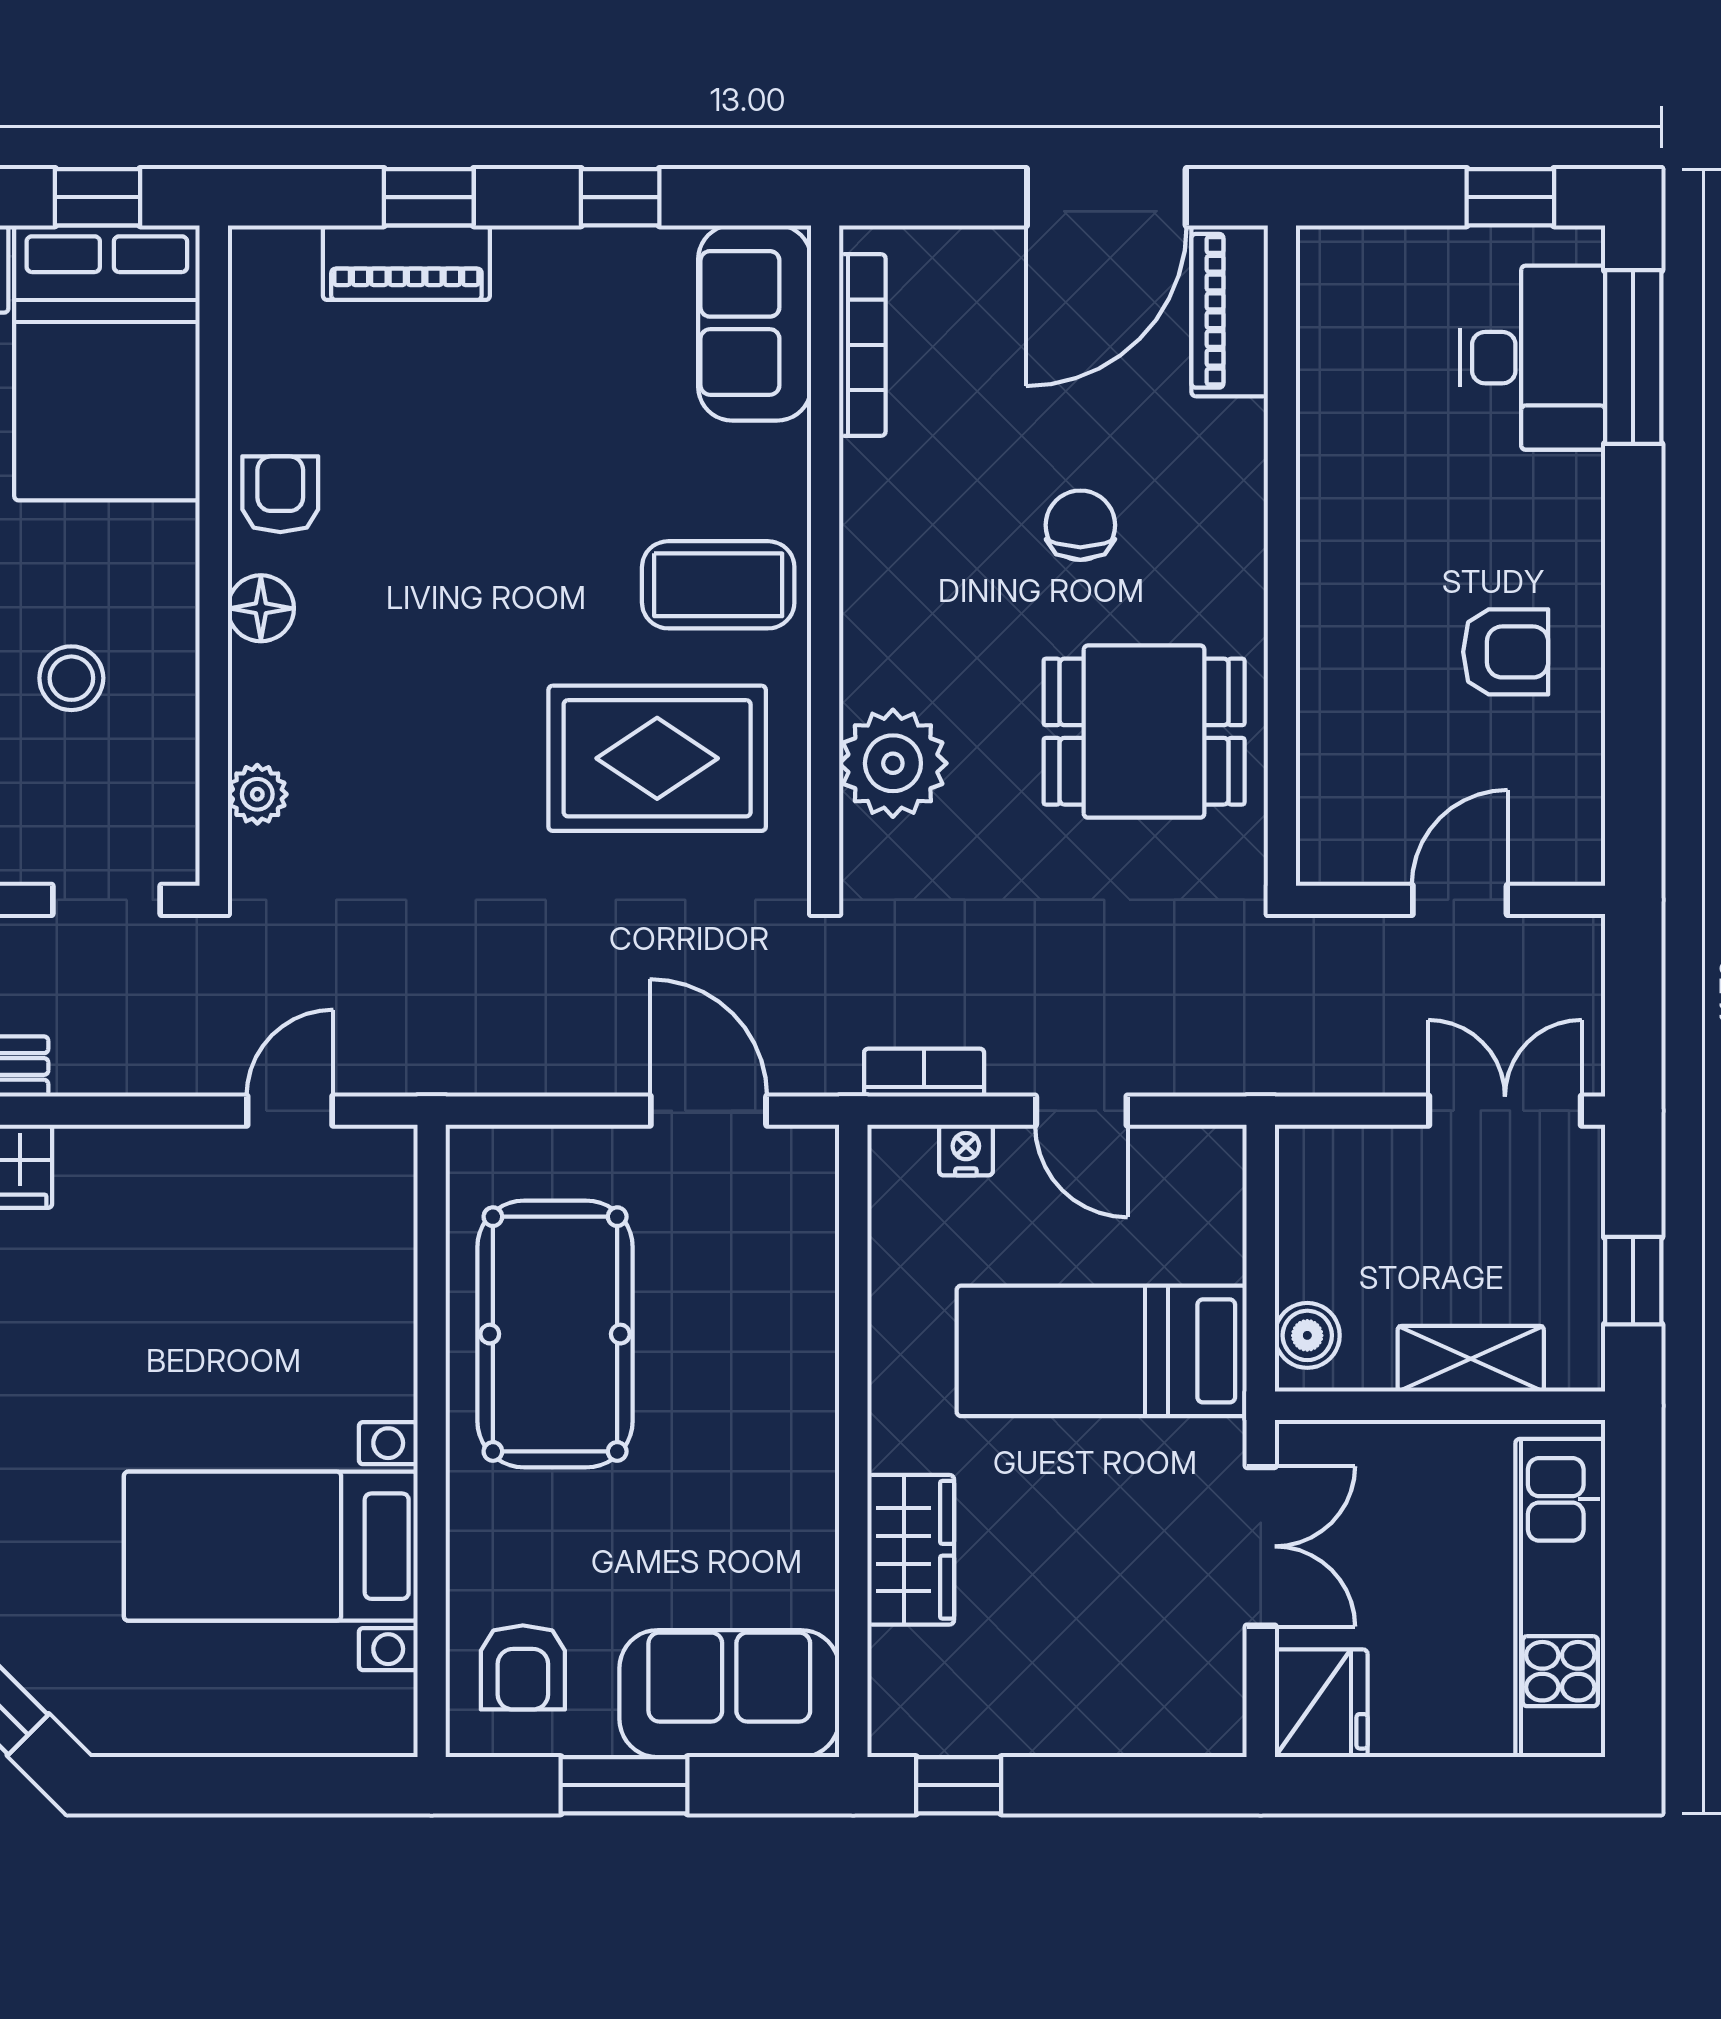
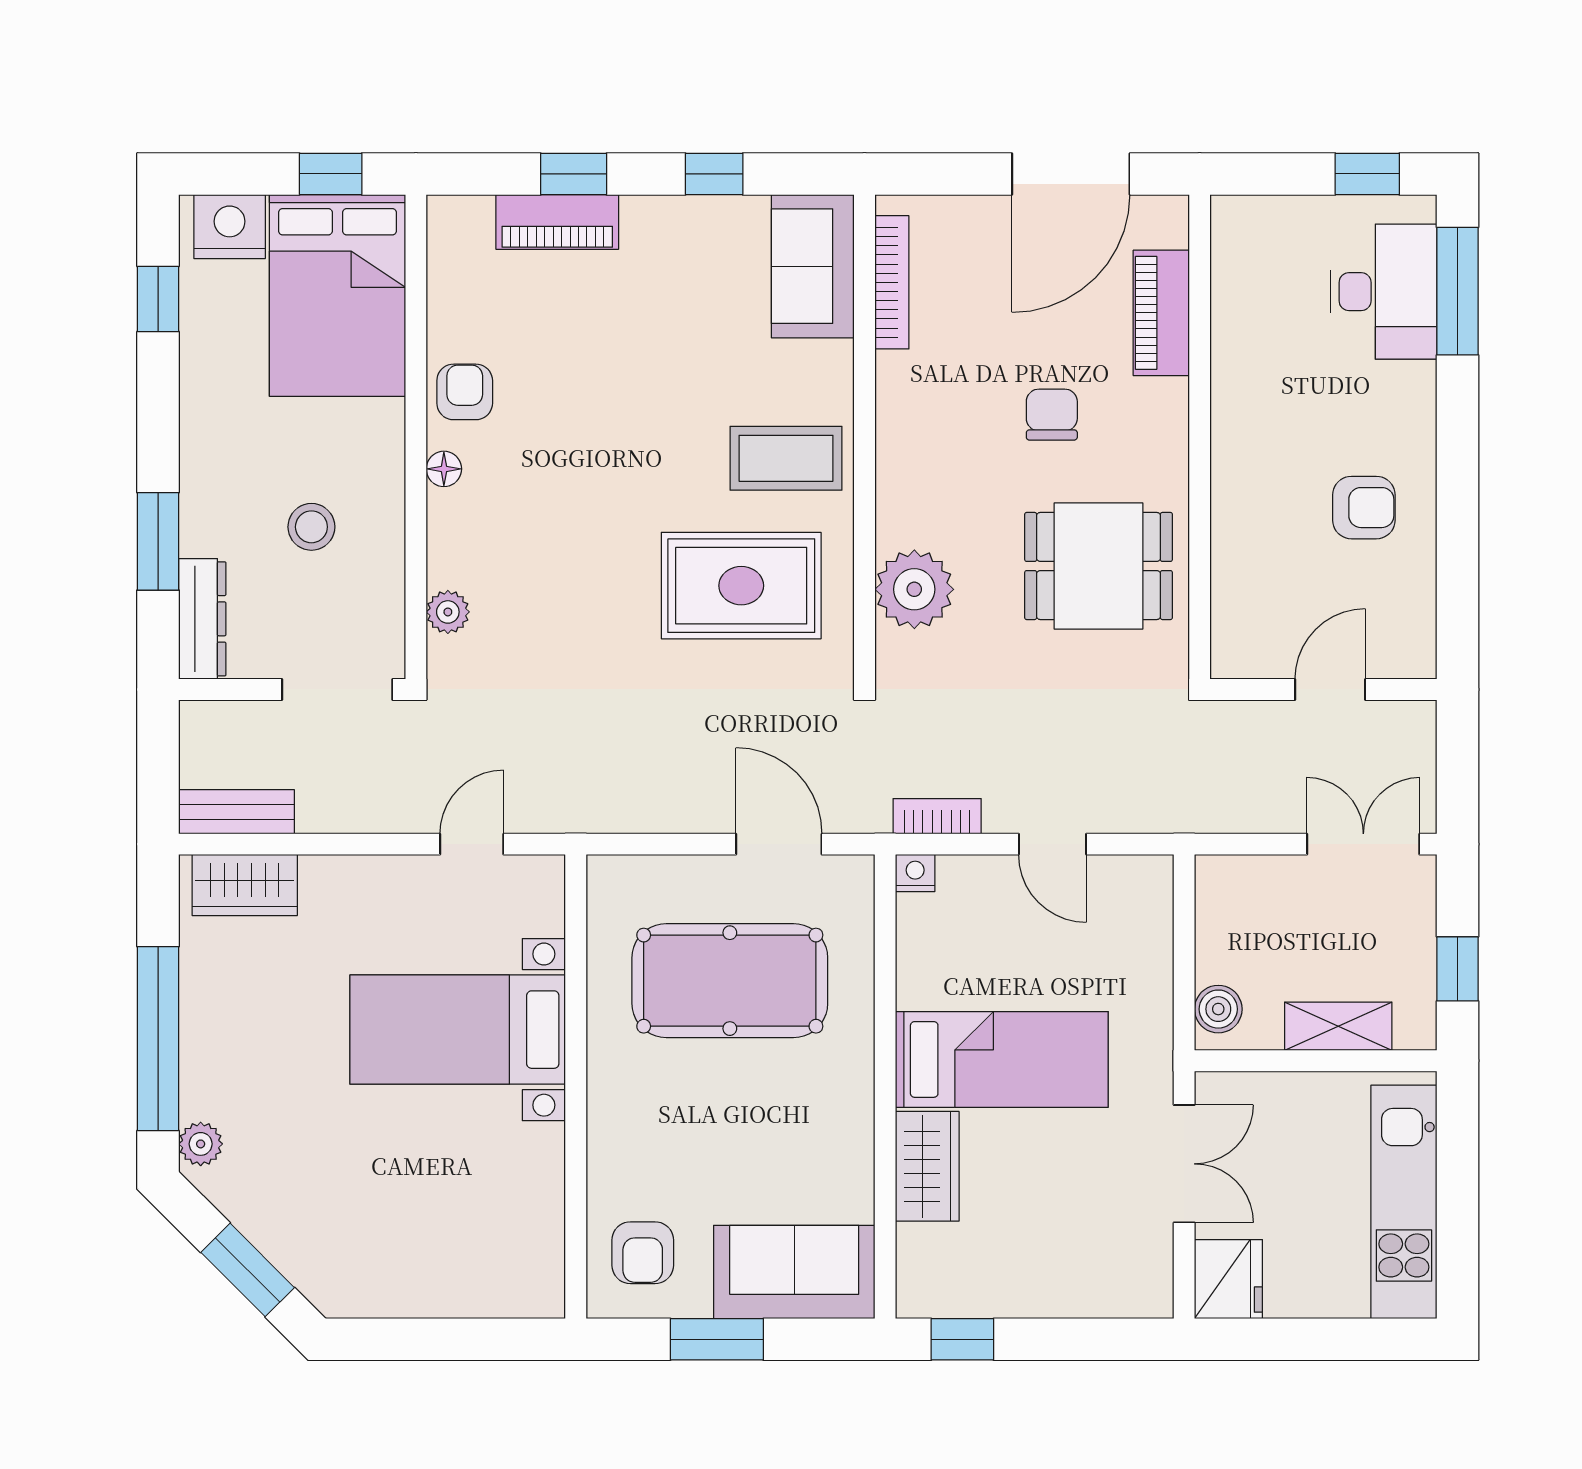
piano: (1230, 311) -> (1161, 313), moved
floor lamp: (261, 608) -> (444, 469), width x0.73, depth x0.73
doorway: (107, 900) -> (337, 689), width x1.38
nightstand: (966, 1150) -> (915, 873), moved
pool table: (555, 1334) -> (730, 981), moved, turned 90
bed: (1102, 1351) -> (1002, 1059), moved, turned 180
bed with nightstands: (271, 1546) -> (458, 1030), moved

